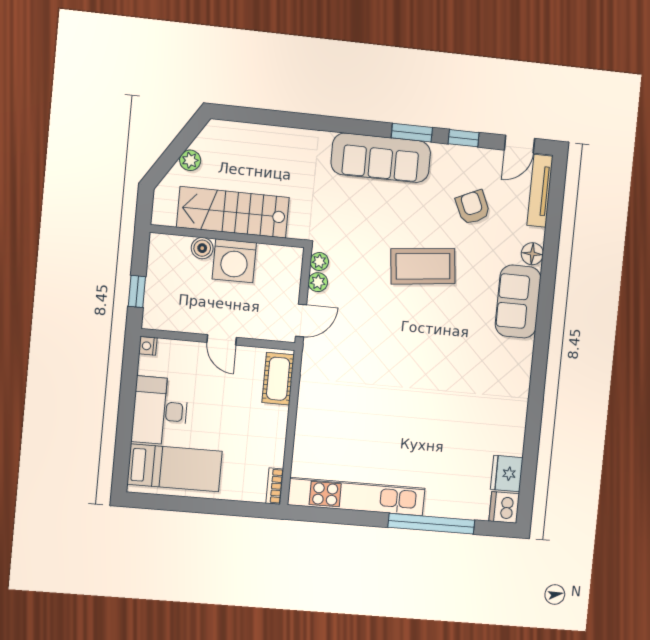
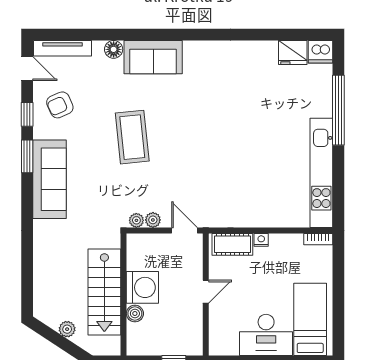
armchair: (473, 207) -> (60, 105), moved
nightstand: (148, 346) -> (261, 240), moved, turned 180

